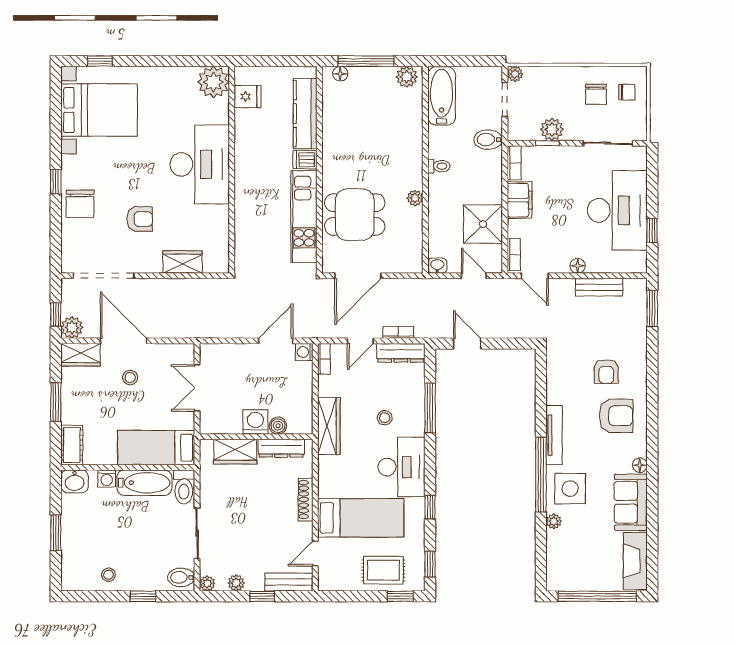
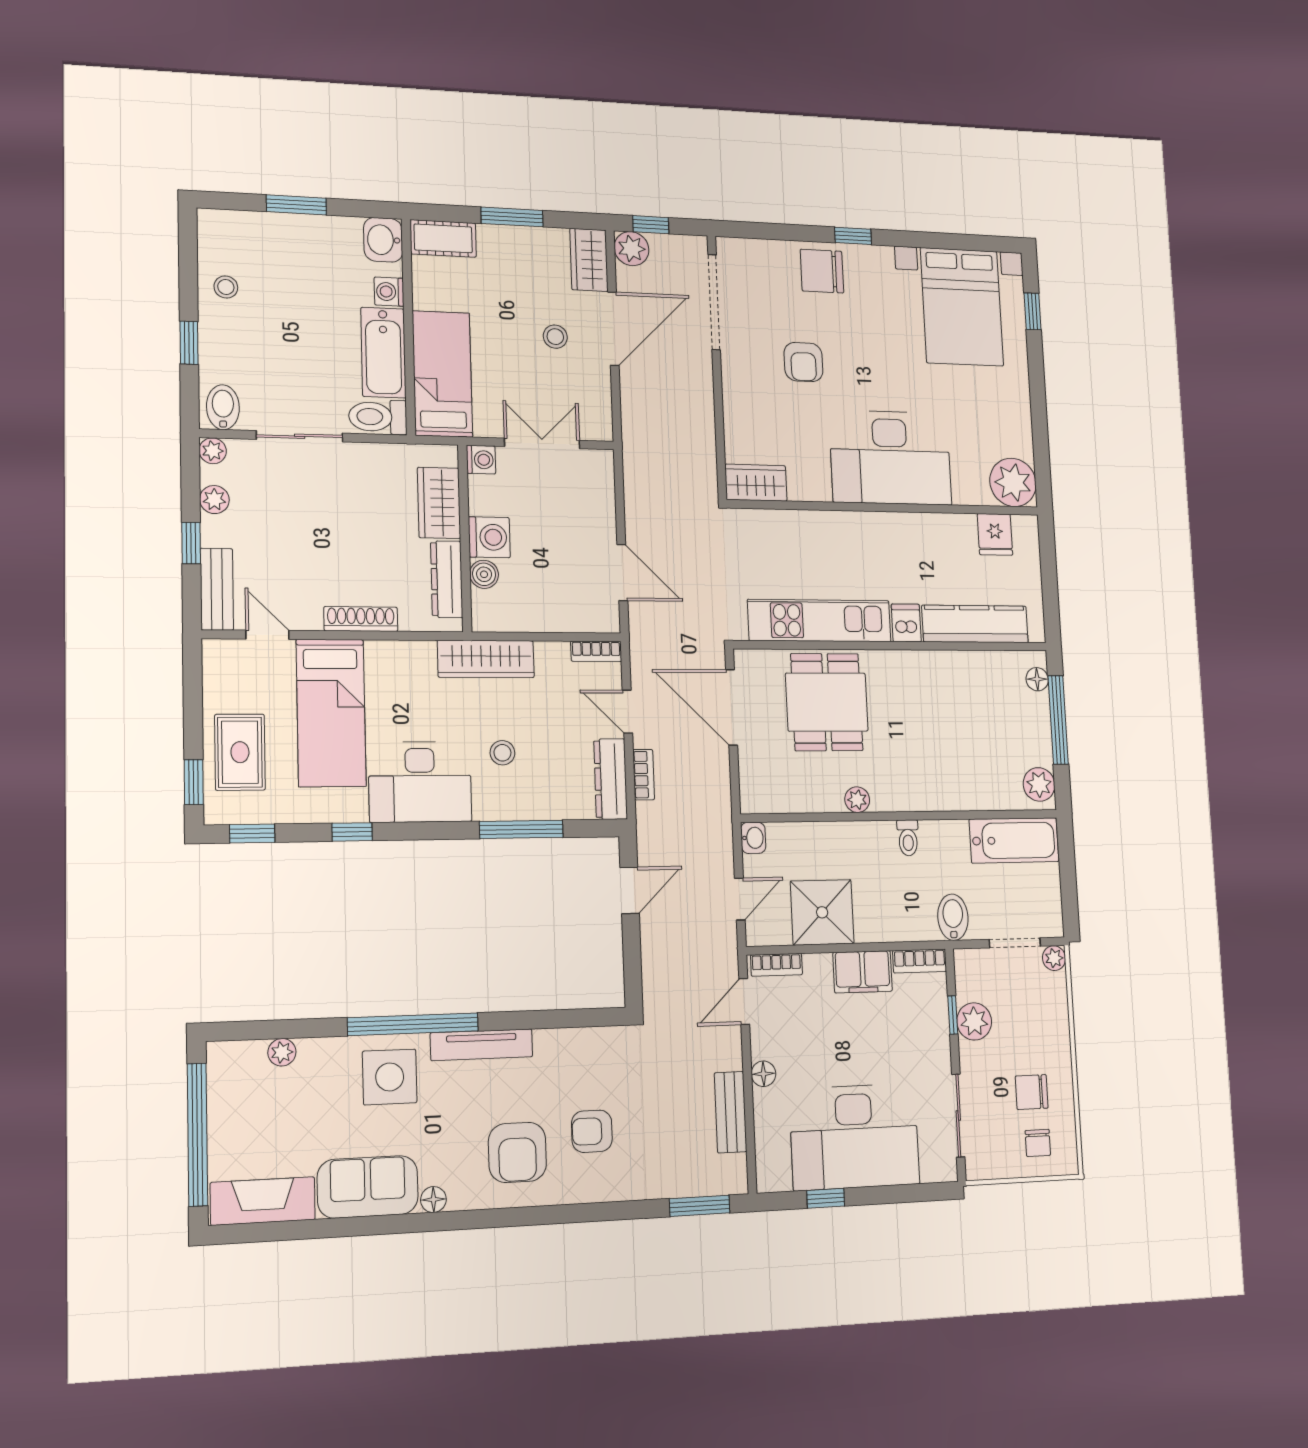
wardrobe: (183, 262) -> (756, 483), moved, turned -90
washing machine: (304, 352) -> (481, 460), moved, turned 90
plant: (554, 521) -> (282, 1052), moved

